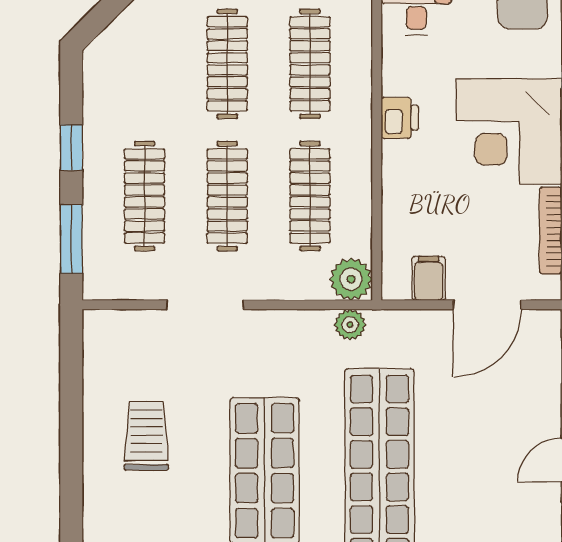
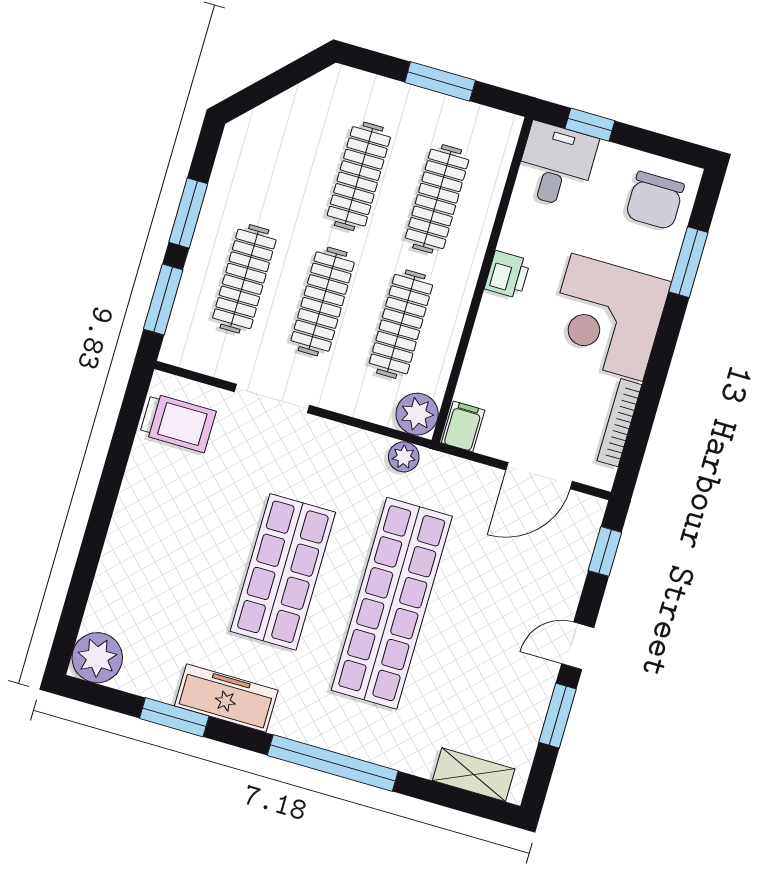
window: (71, 148) -> (188, 213), width x1.50
filing cabinet: (429, 278) -> (463, 426), moved
trolley: (146, 436) -> (178, 423), moved, turned 90

